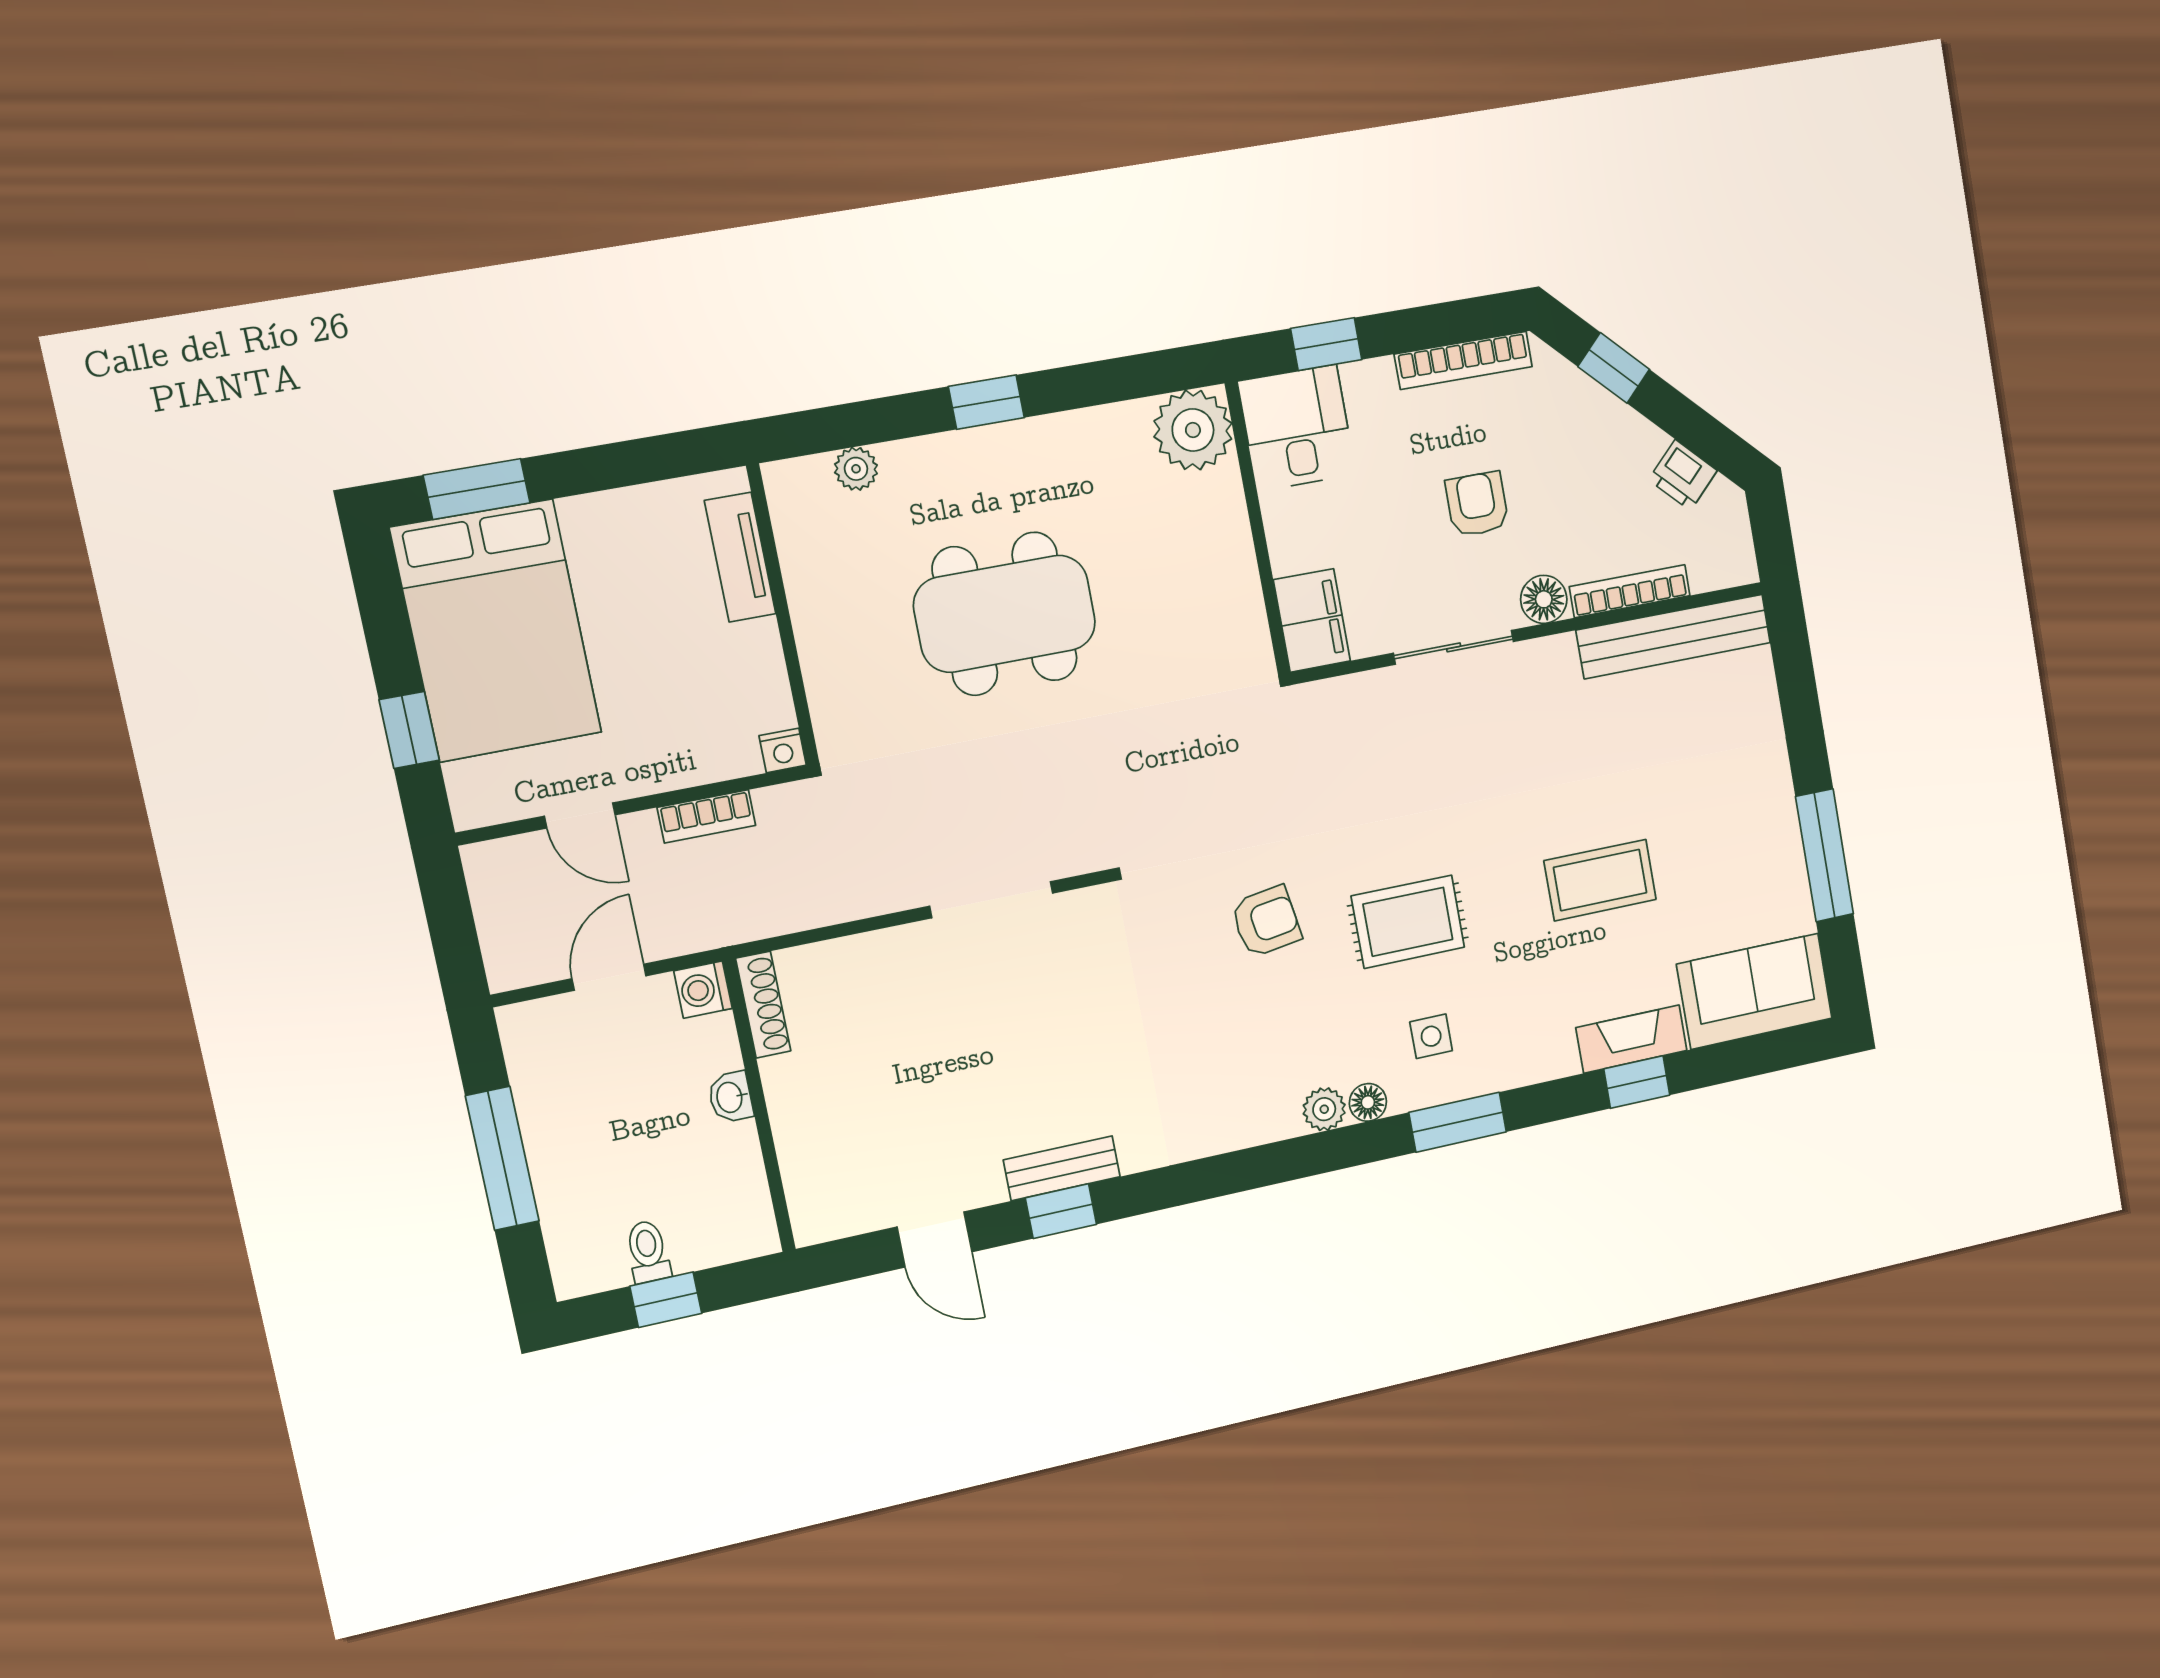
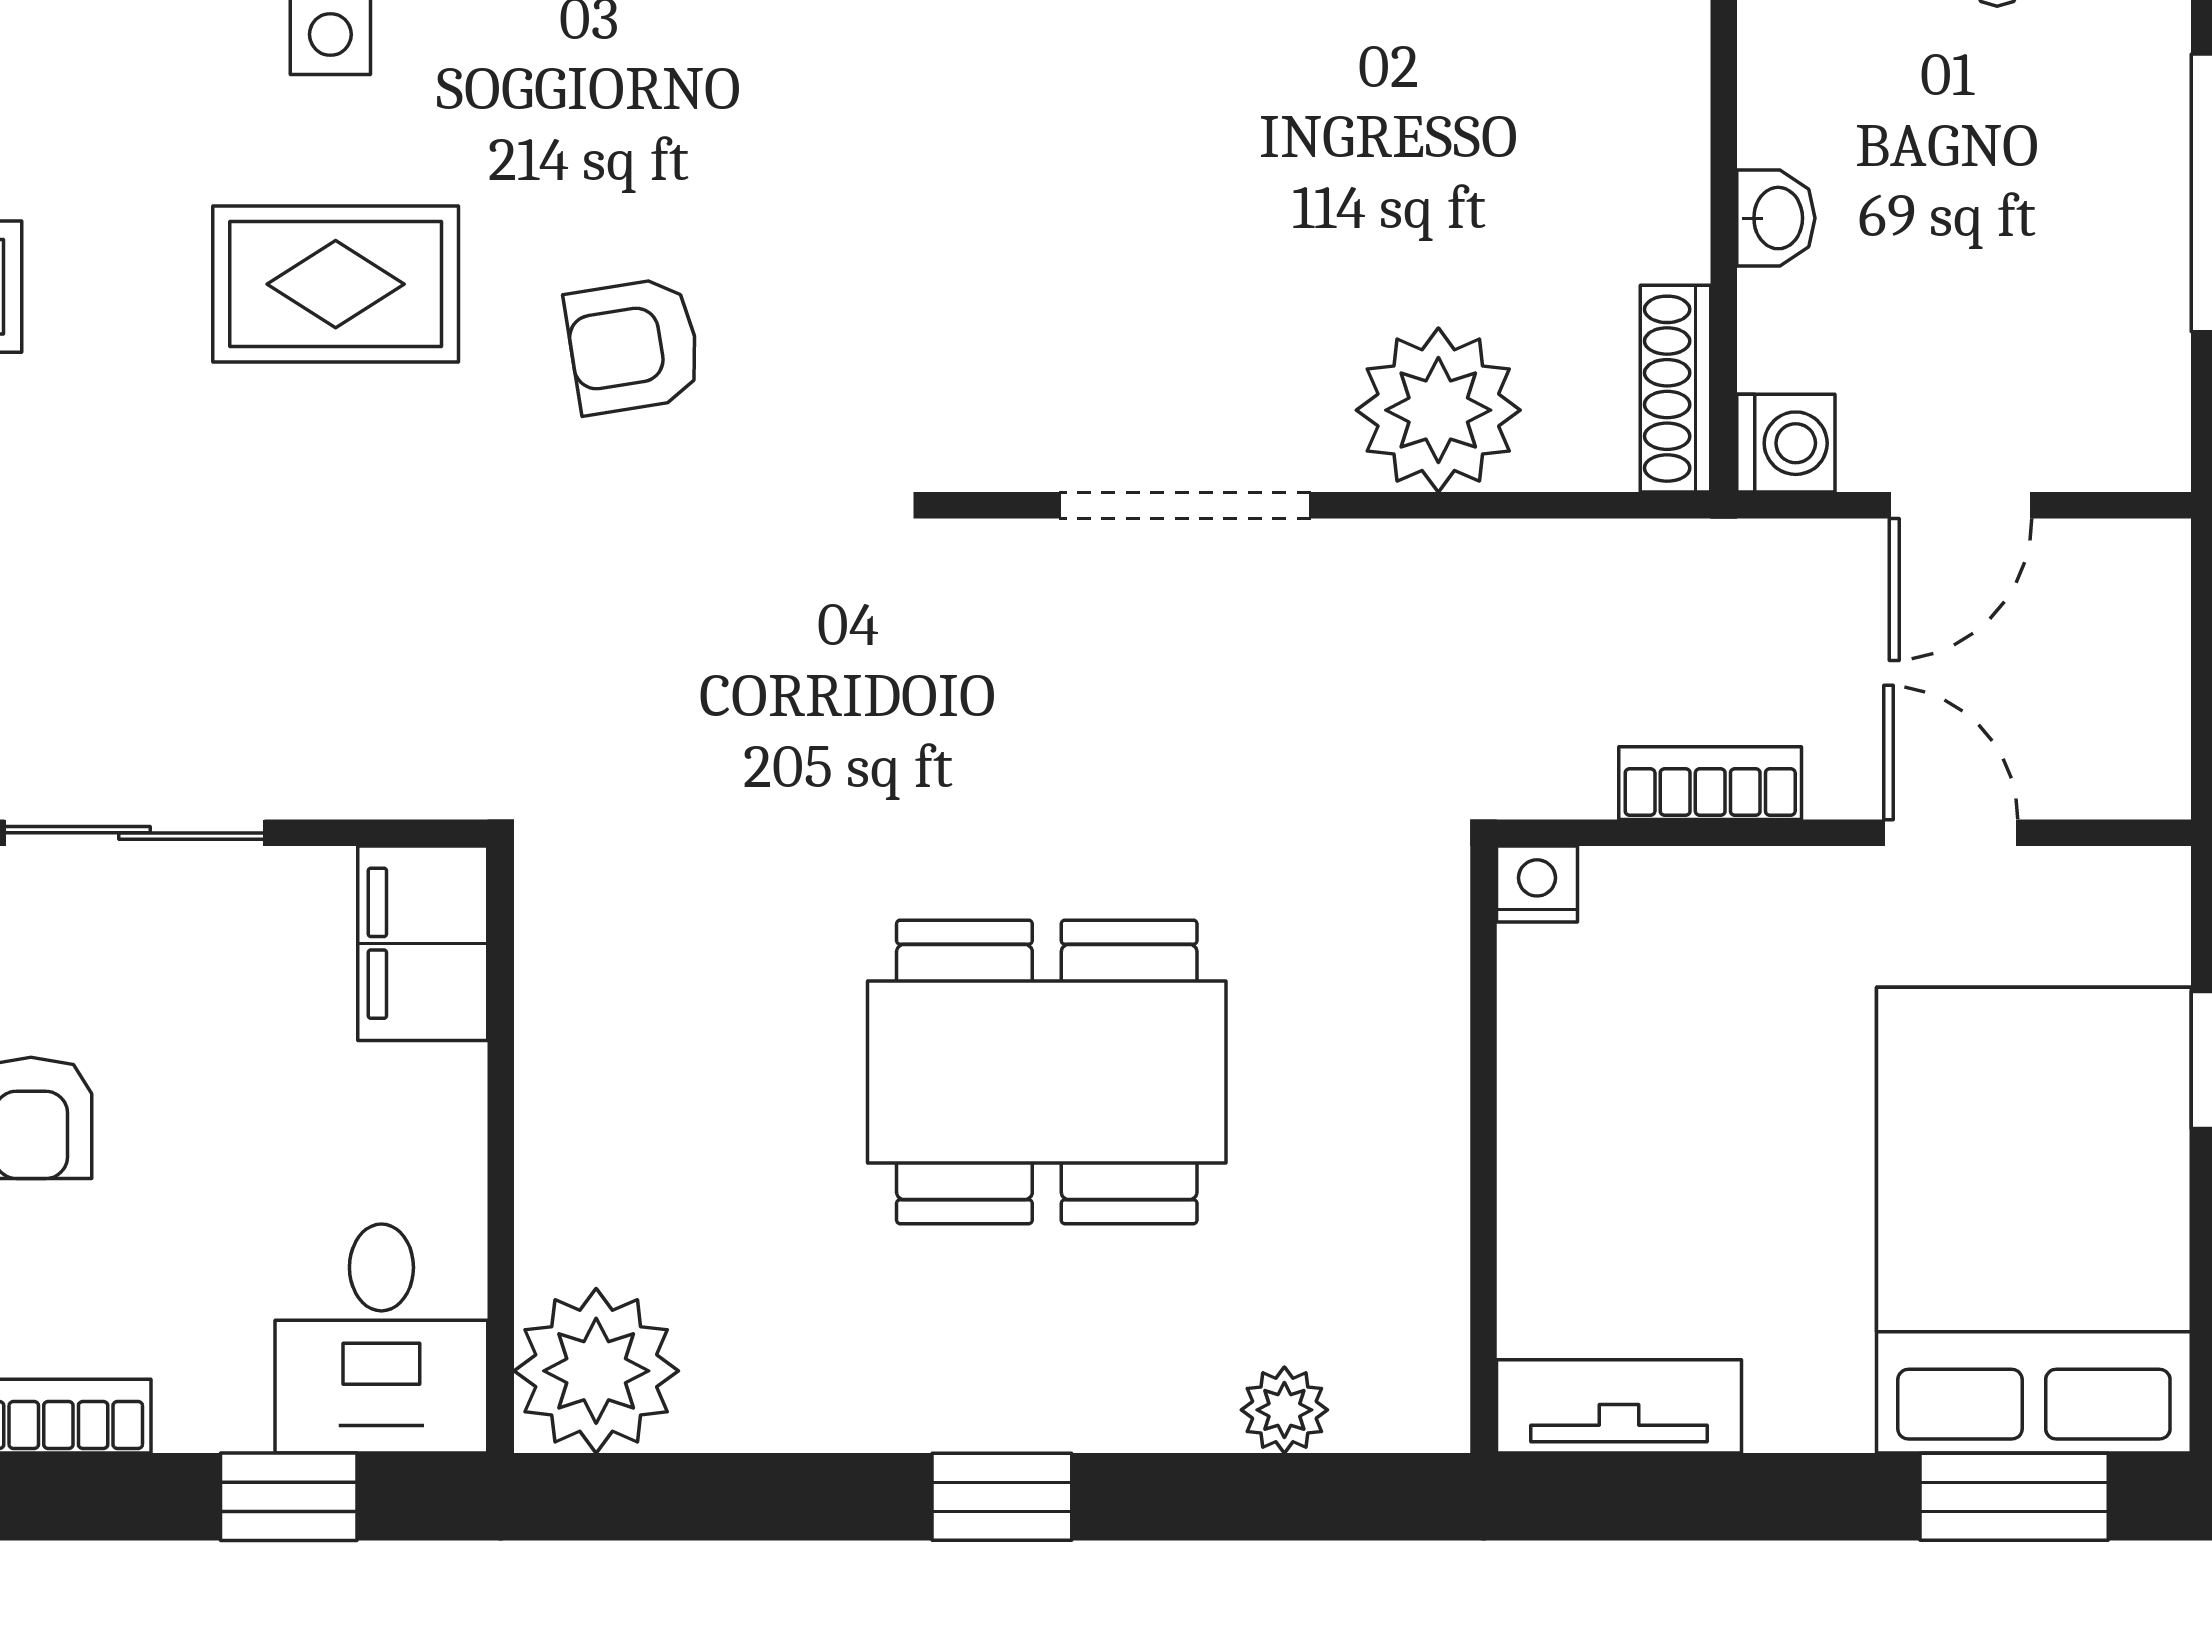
tv unit: (740, 557) -> (1619, 1406), moved, turned -90
plant: (878, 970) -> (1438, 410), added

